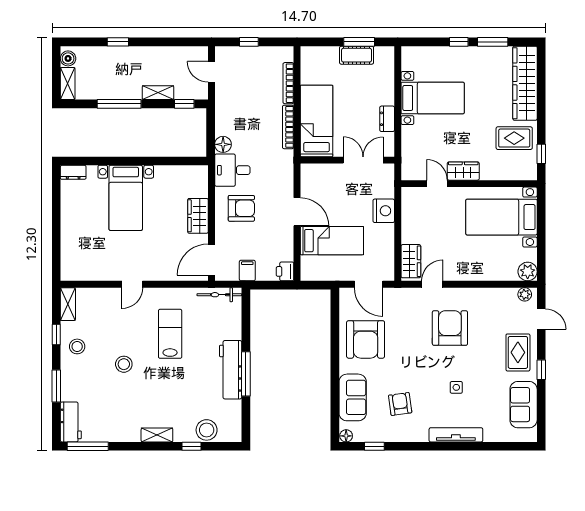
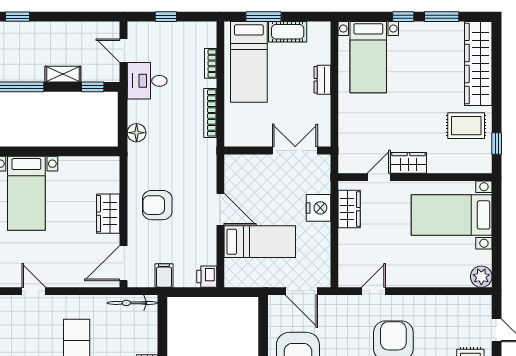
window: (359, 42) -> (263, 17), moved
bookcase: (288, 83) -> (211, 63), width x0.64
bed with nightstands: (433, 98) -> (368, 57), moved, turned 90
dresser: (387, 119) -> (322, 80), moved
bed: (317, 121) -> (249, 62), moved, turned 180
desk: (232, 170) -> (147, 81), moved
door: (437, 184) -> (379, 177), hinge flipped
armchair: (241, 208) -> (157, 205), turned 180
wardrobe: (411, 261) -> (349, 209), moved
door: (132, 284) -> (34, 291), swing flipped
plant: (525, 294) -> (478, 303), removed

